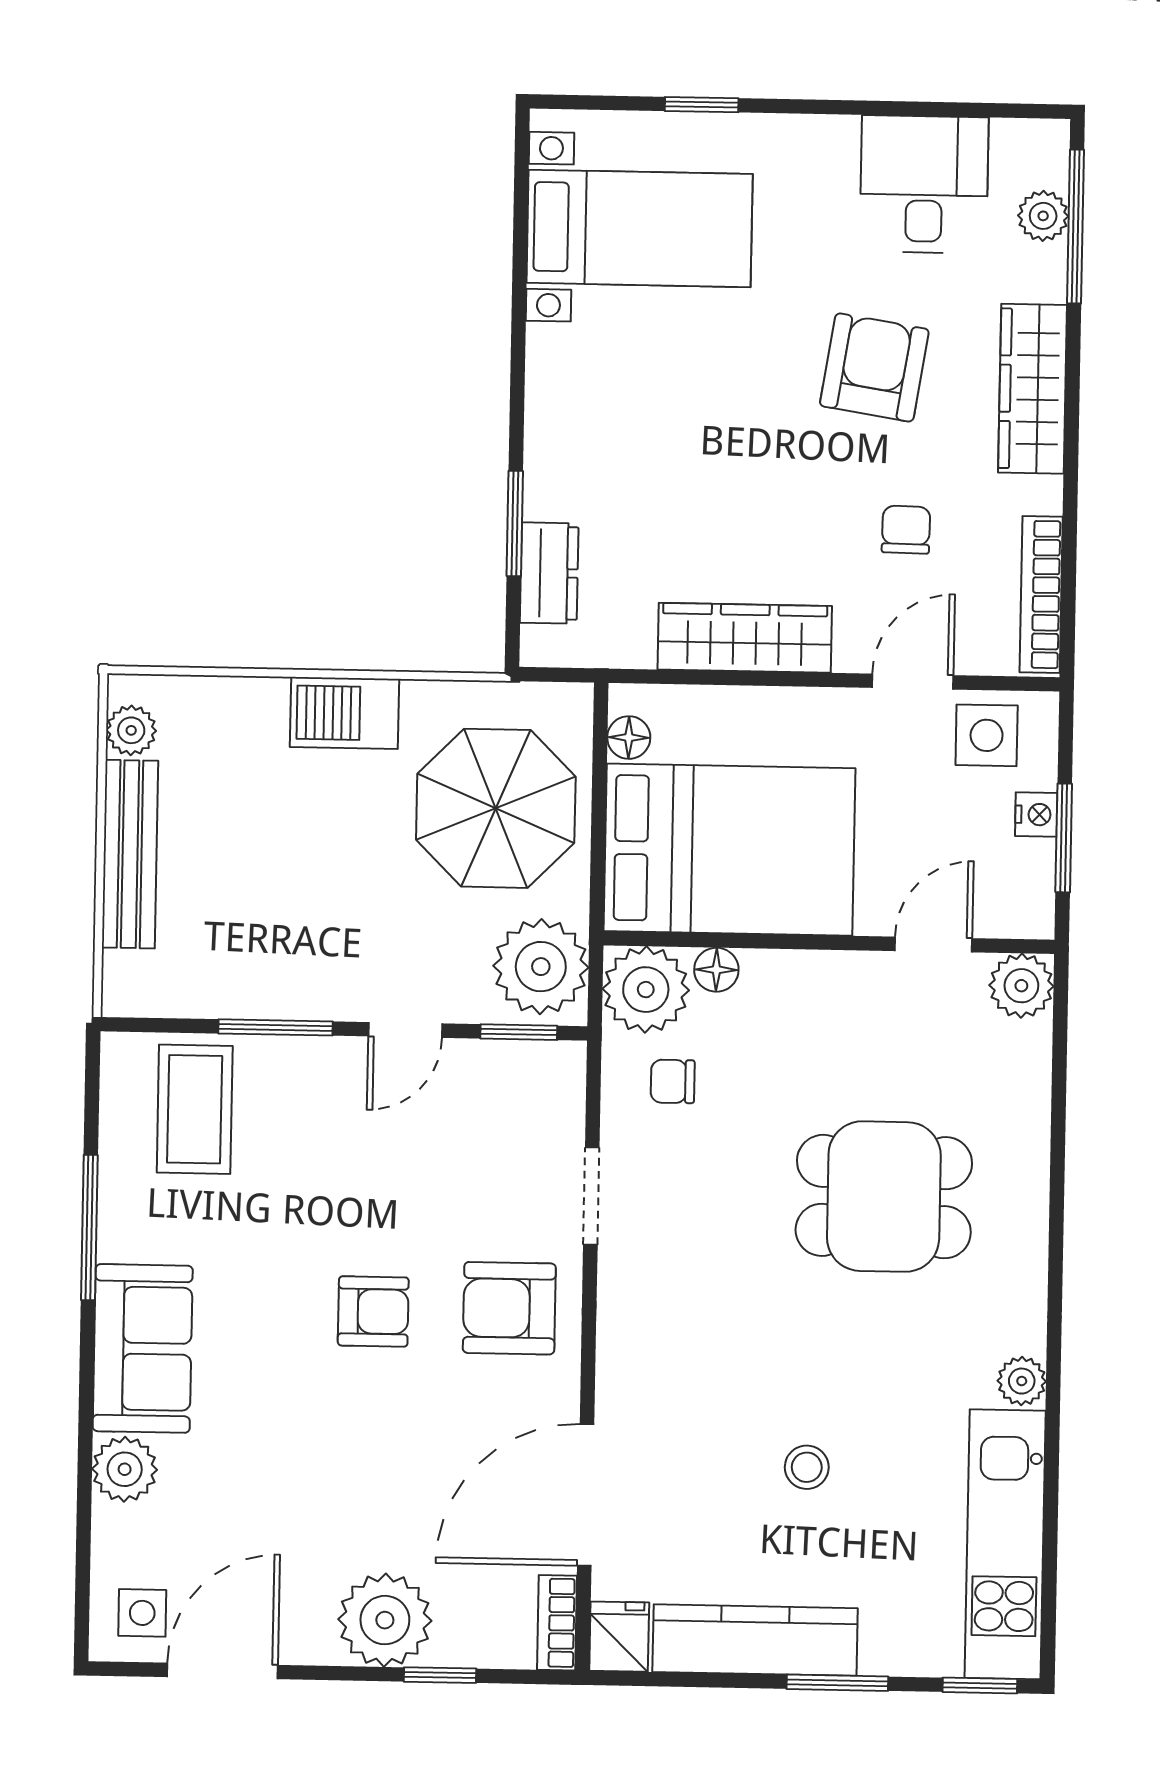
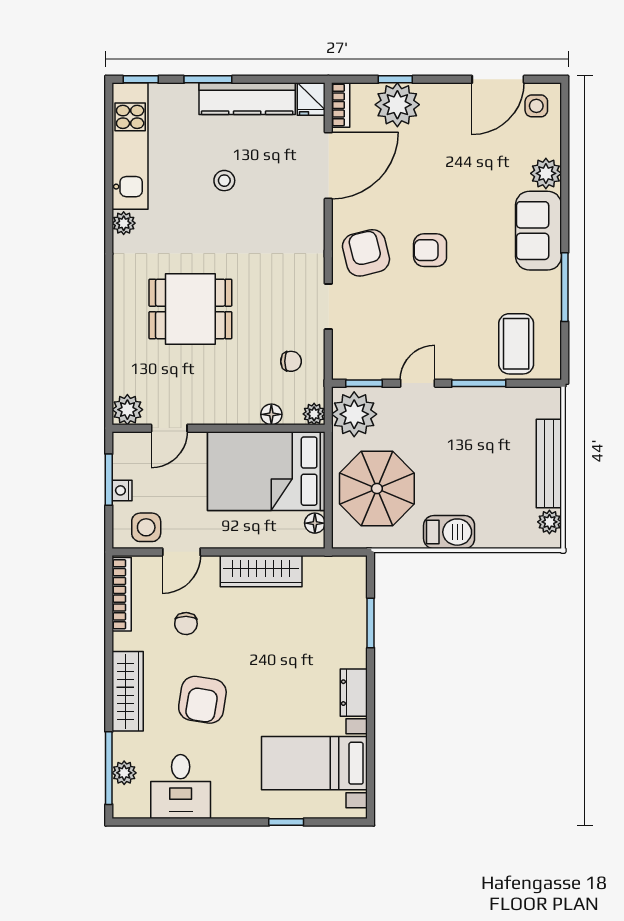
dresser: (549, 573) -> (354, 693), moved
plant: (646, 990) -> (314, 414), width x0.53, depth x0.53
armchair: (509, 1308) -> (366, 253), turned -104
plant: (385, 1620) -> (397, 105), moved

